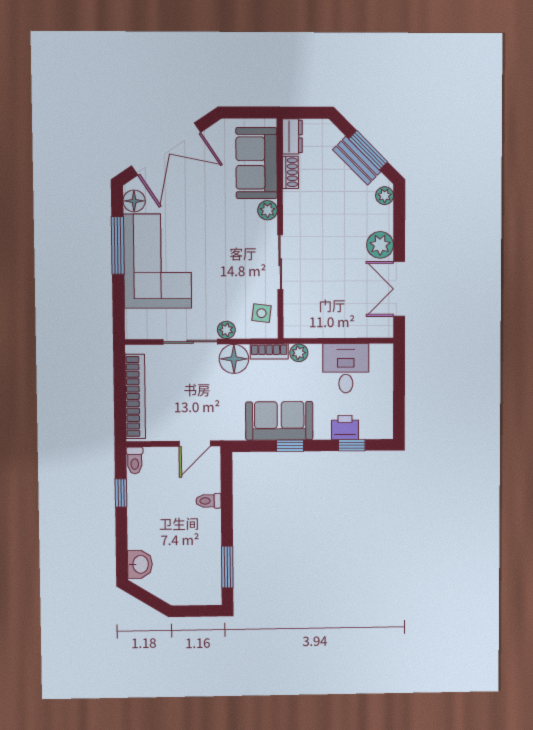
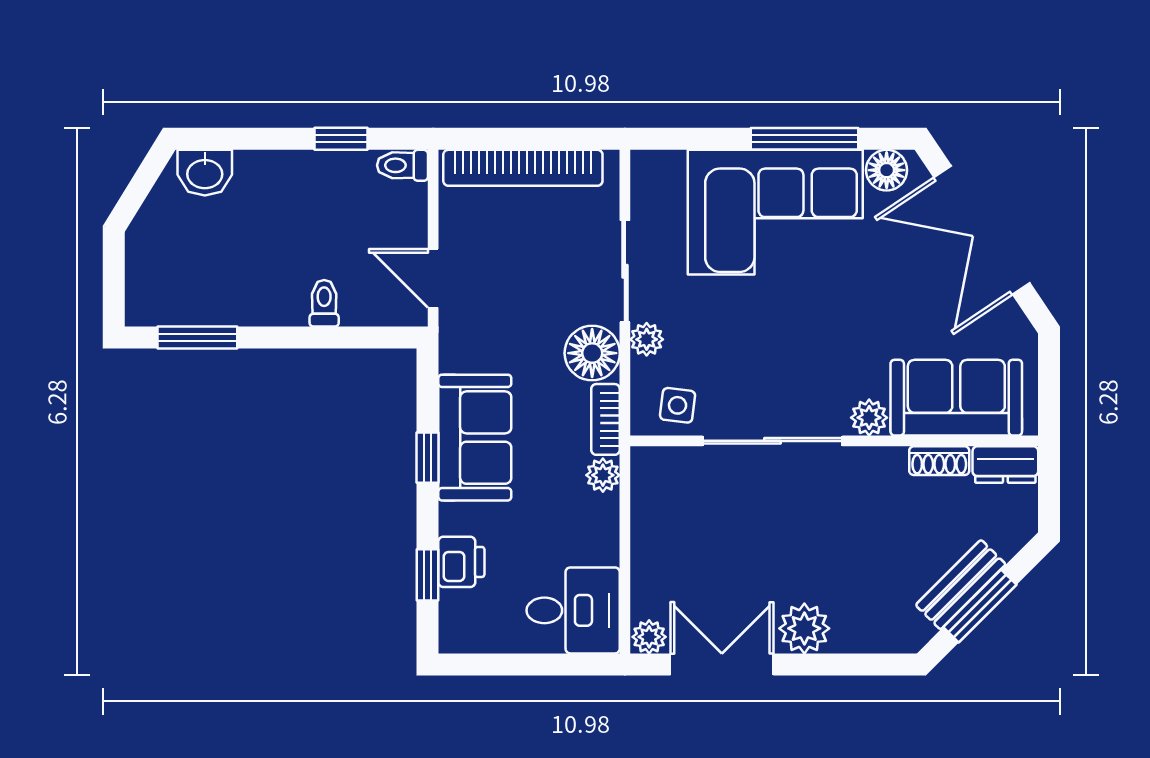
plant: (385, 196) -> (649, 637), moved
sliding door: (280, 262) -> (772, 441), width x1.37
desk: (346, 368) -> (573, 610), moved

